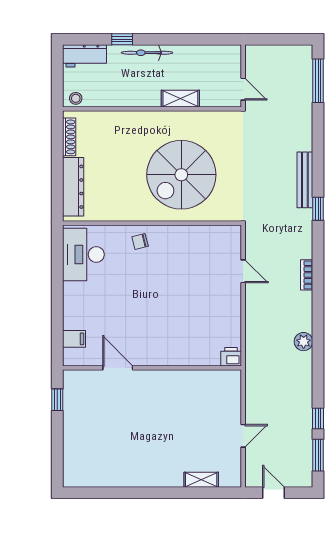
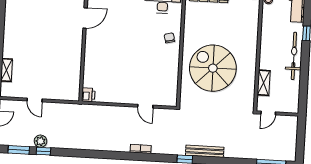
bicycle: (147, 53) -> (294, 56), width x1.37, depth x1.40
shelving: (180, 99) -> (264, 83), moved
door: (243, 271) -> (145, 106), hinge flipped
plant: (304, 342) -> (41, 141), moved

